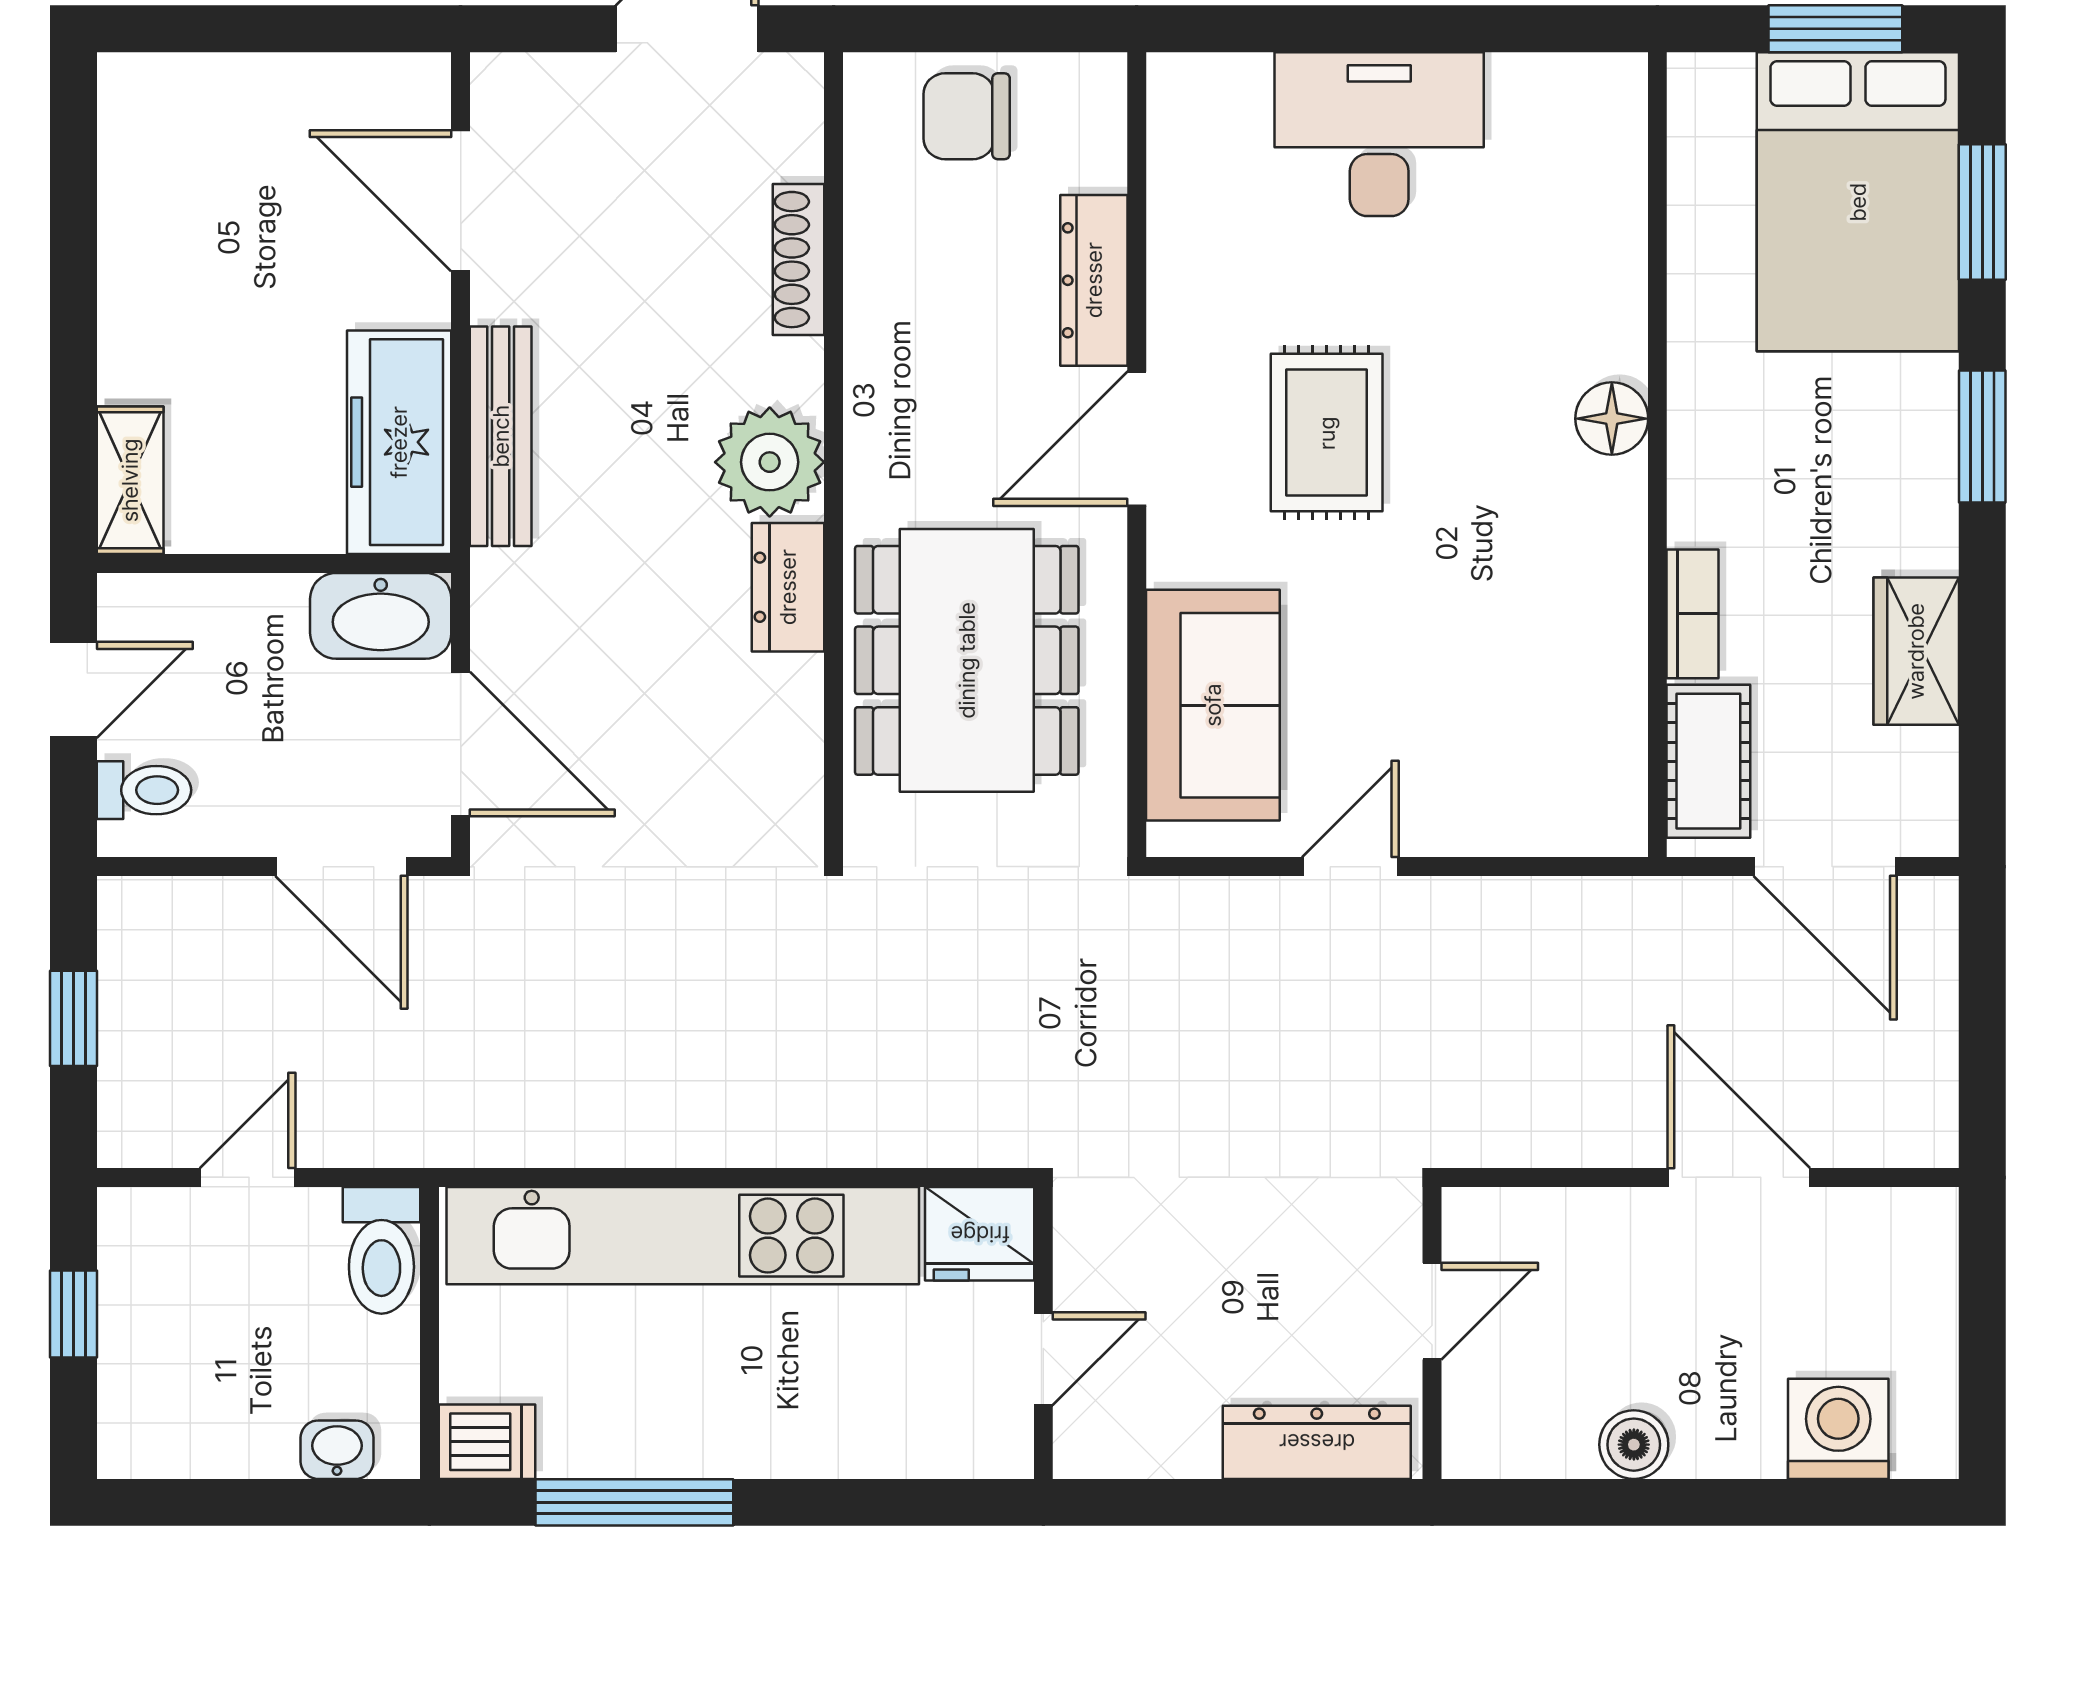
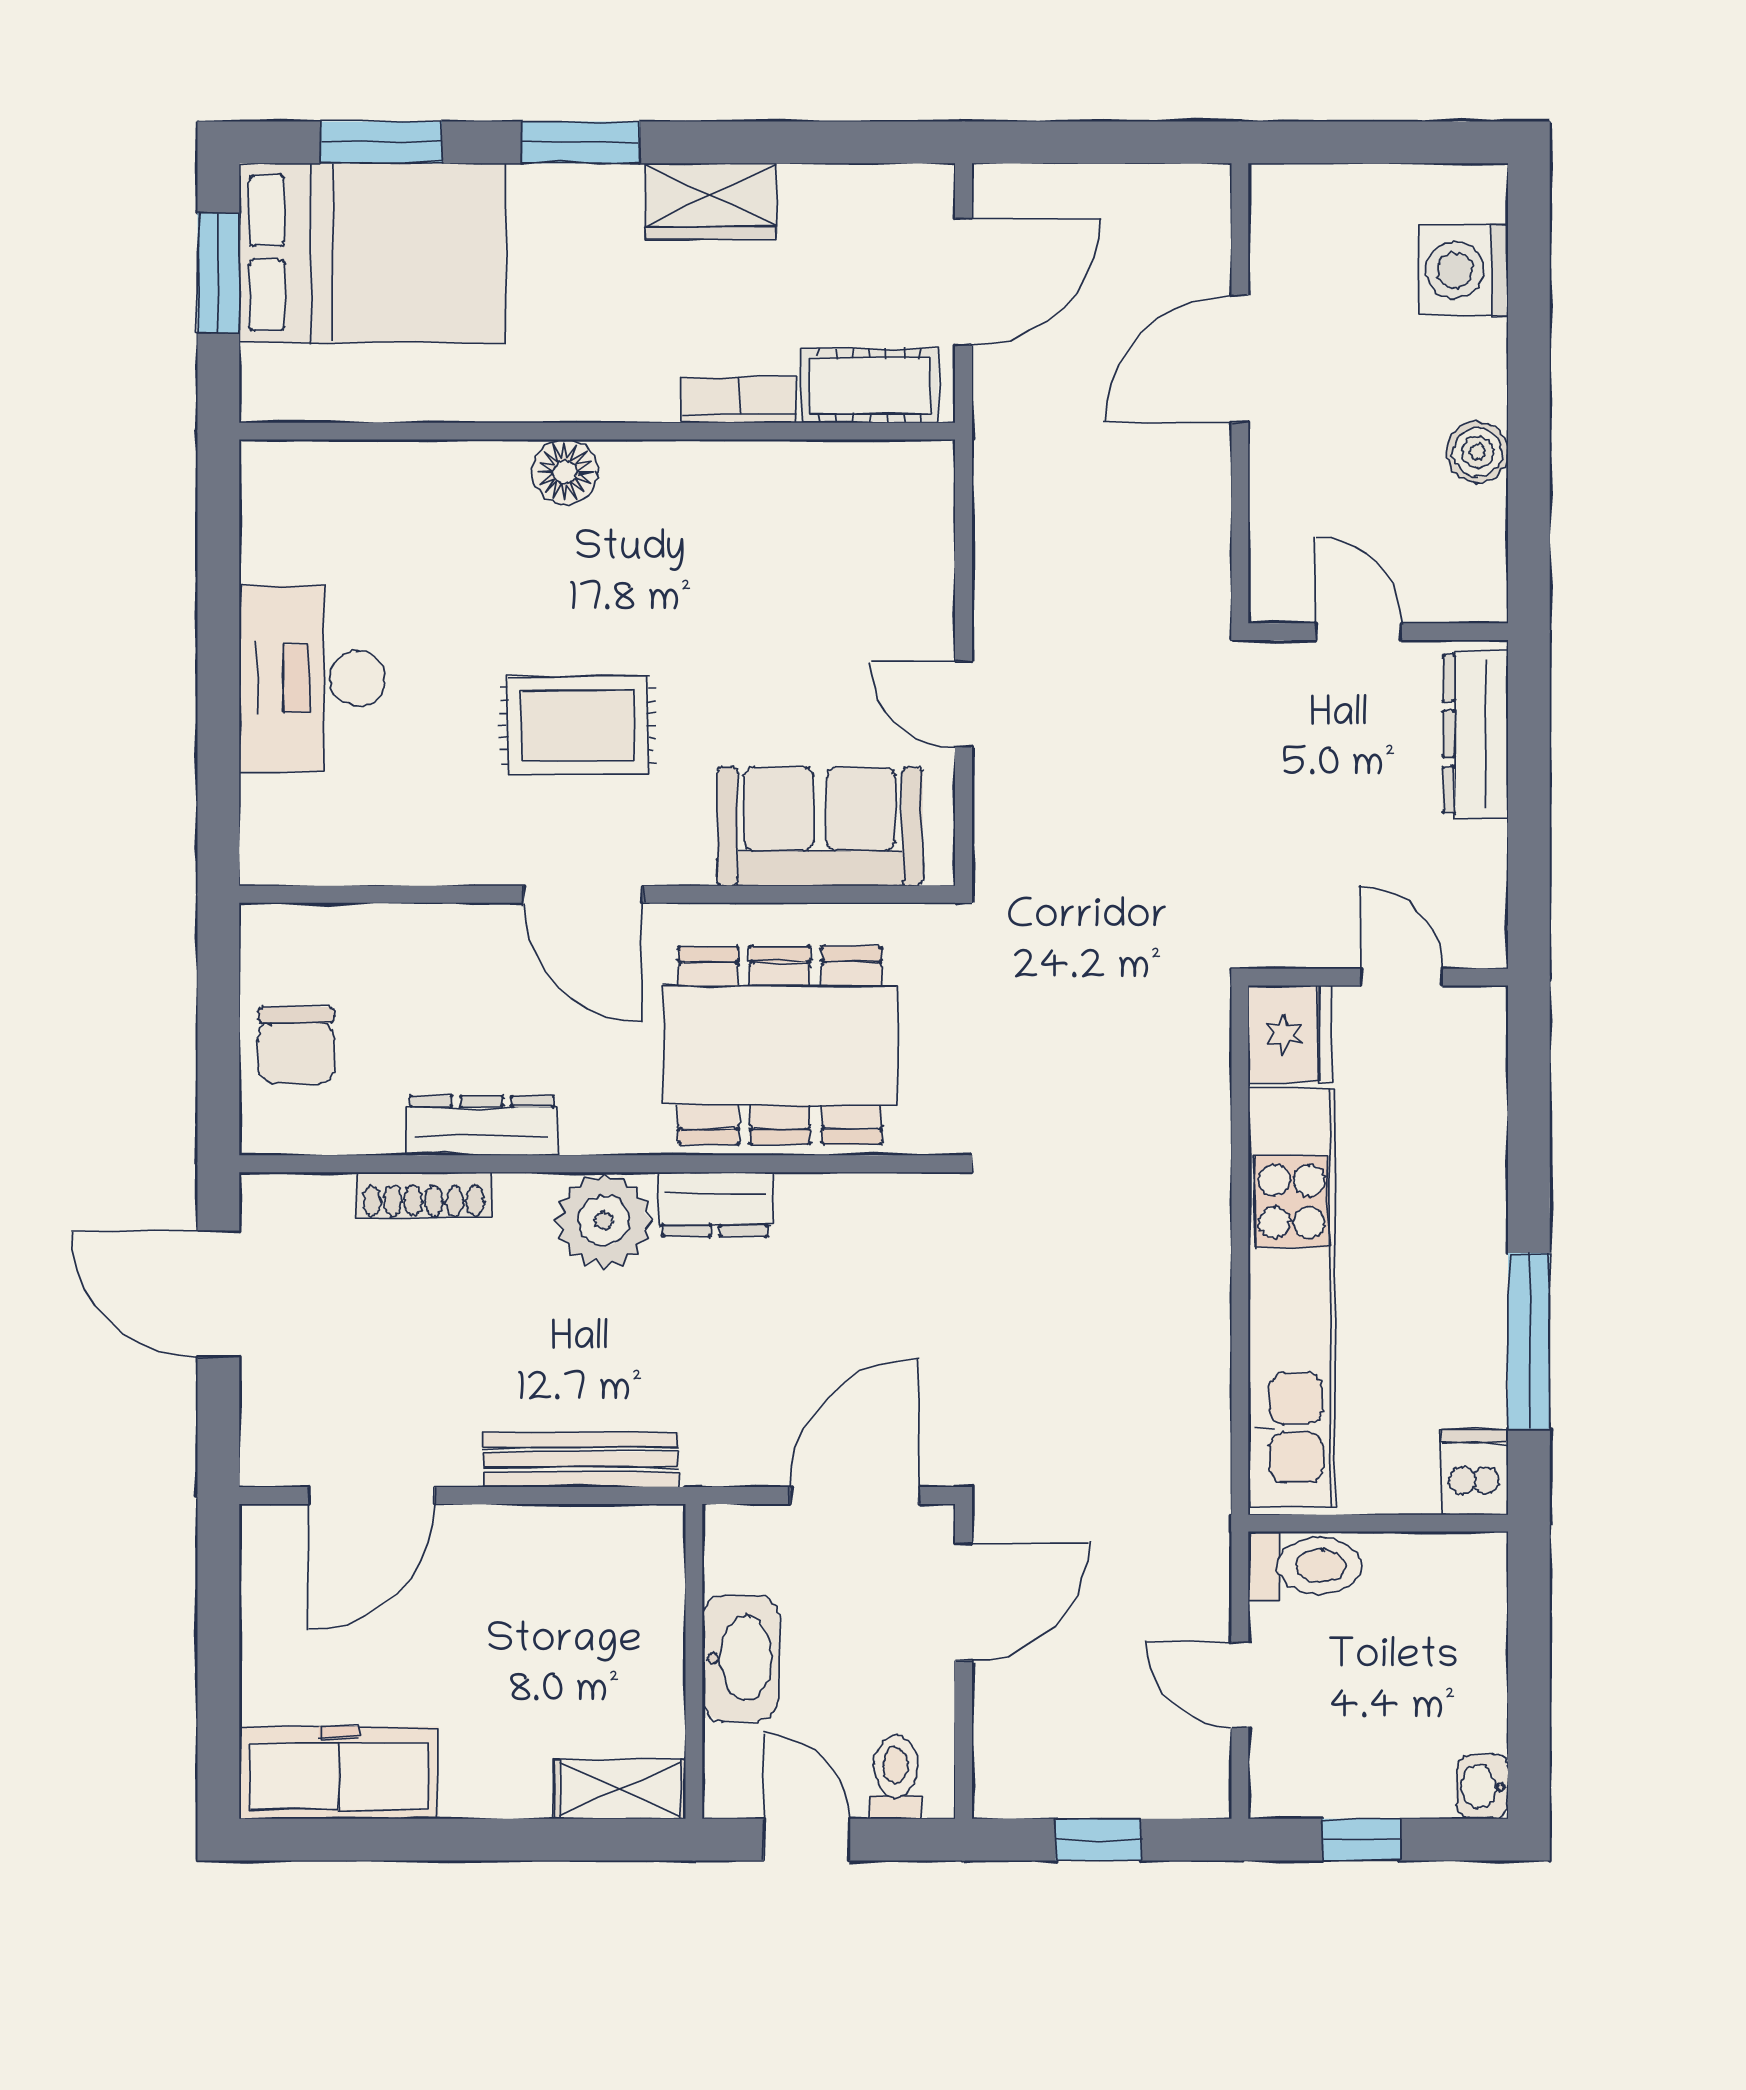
dresser: (1094, 280) -> (482, 1126), moved, turned 180
freezer: (399, 442) -> (339, 1773), moved, turned 180
washbasin: (381, 616) -> (741, 1658), moved
wardrobe: (1916, 651) -> (711, 201), moved
washbasin: (337, 1450) -> (1482, 1787), moved

